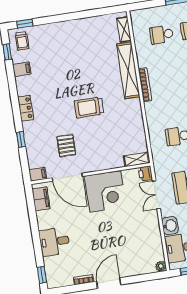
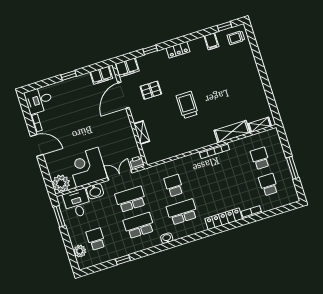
window: (25, 23) -> (252, 38), removed
shelving: (128, 70) -> (232, 132), width x0.68
shelving: (136, 159) -> (142, 132), moved
filing cabinet: (38, 174) -> (127, 68), width x2.00
corner desk: (105, 191) -> (87, 167), moved, turned 90
desk: (54, 242) -> (39, 100), moved, turned -90
plant: (161, 266) -> (61, 183), width x1.88, depth x1.88
window: (42, 275) -> (69, 76), moved

